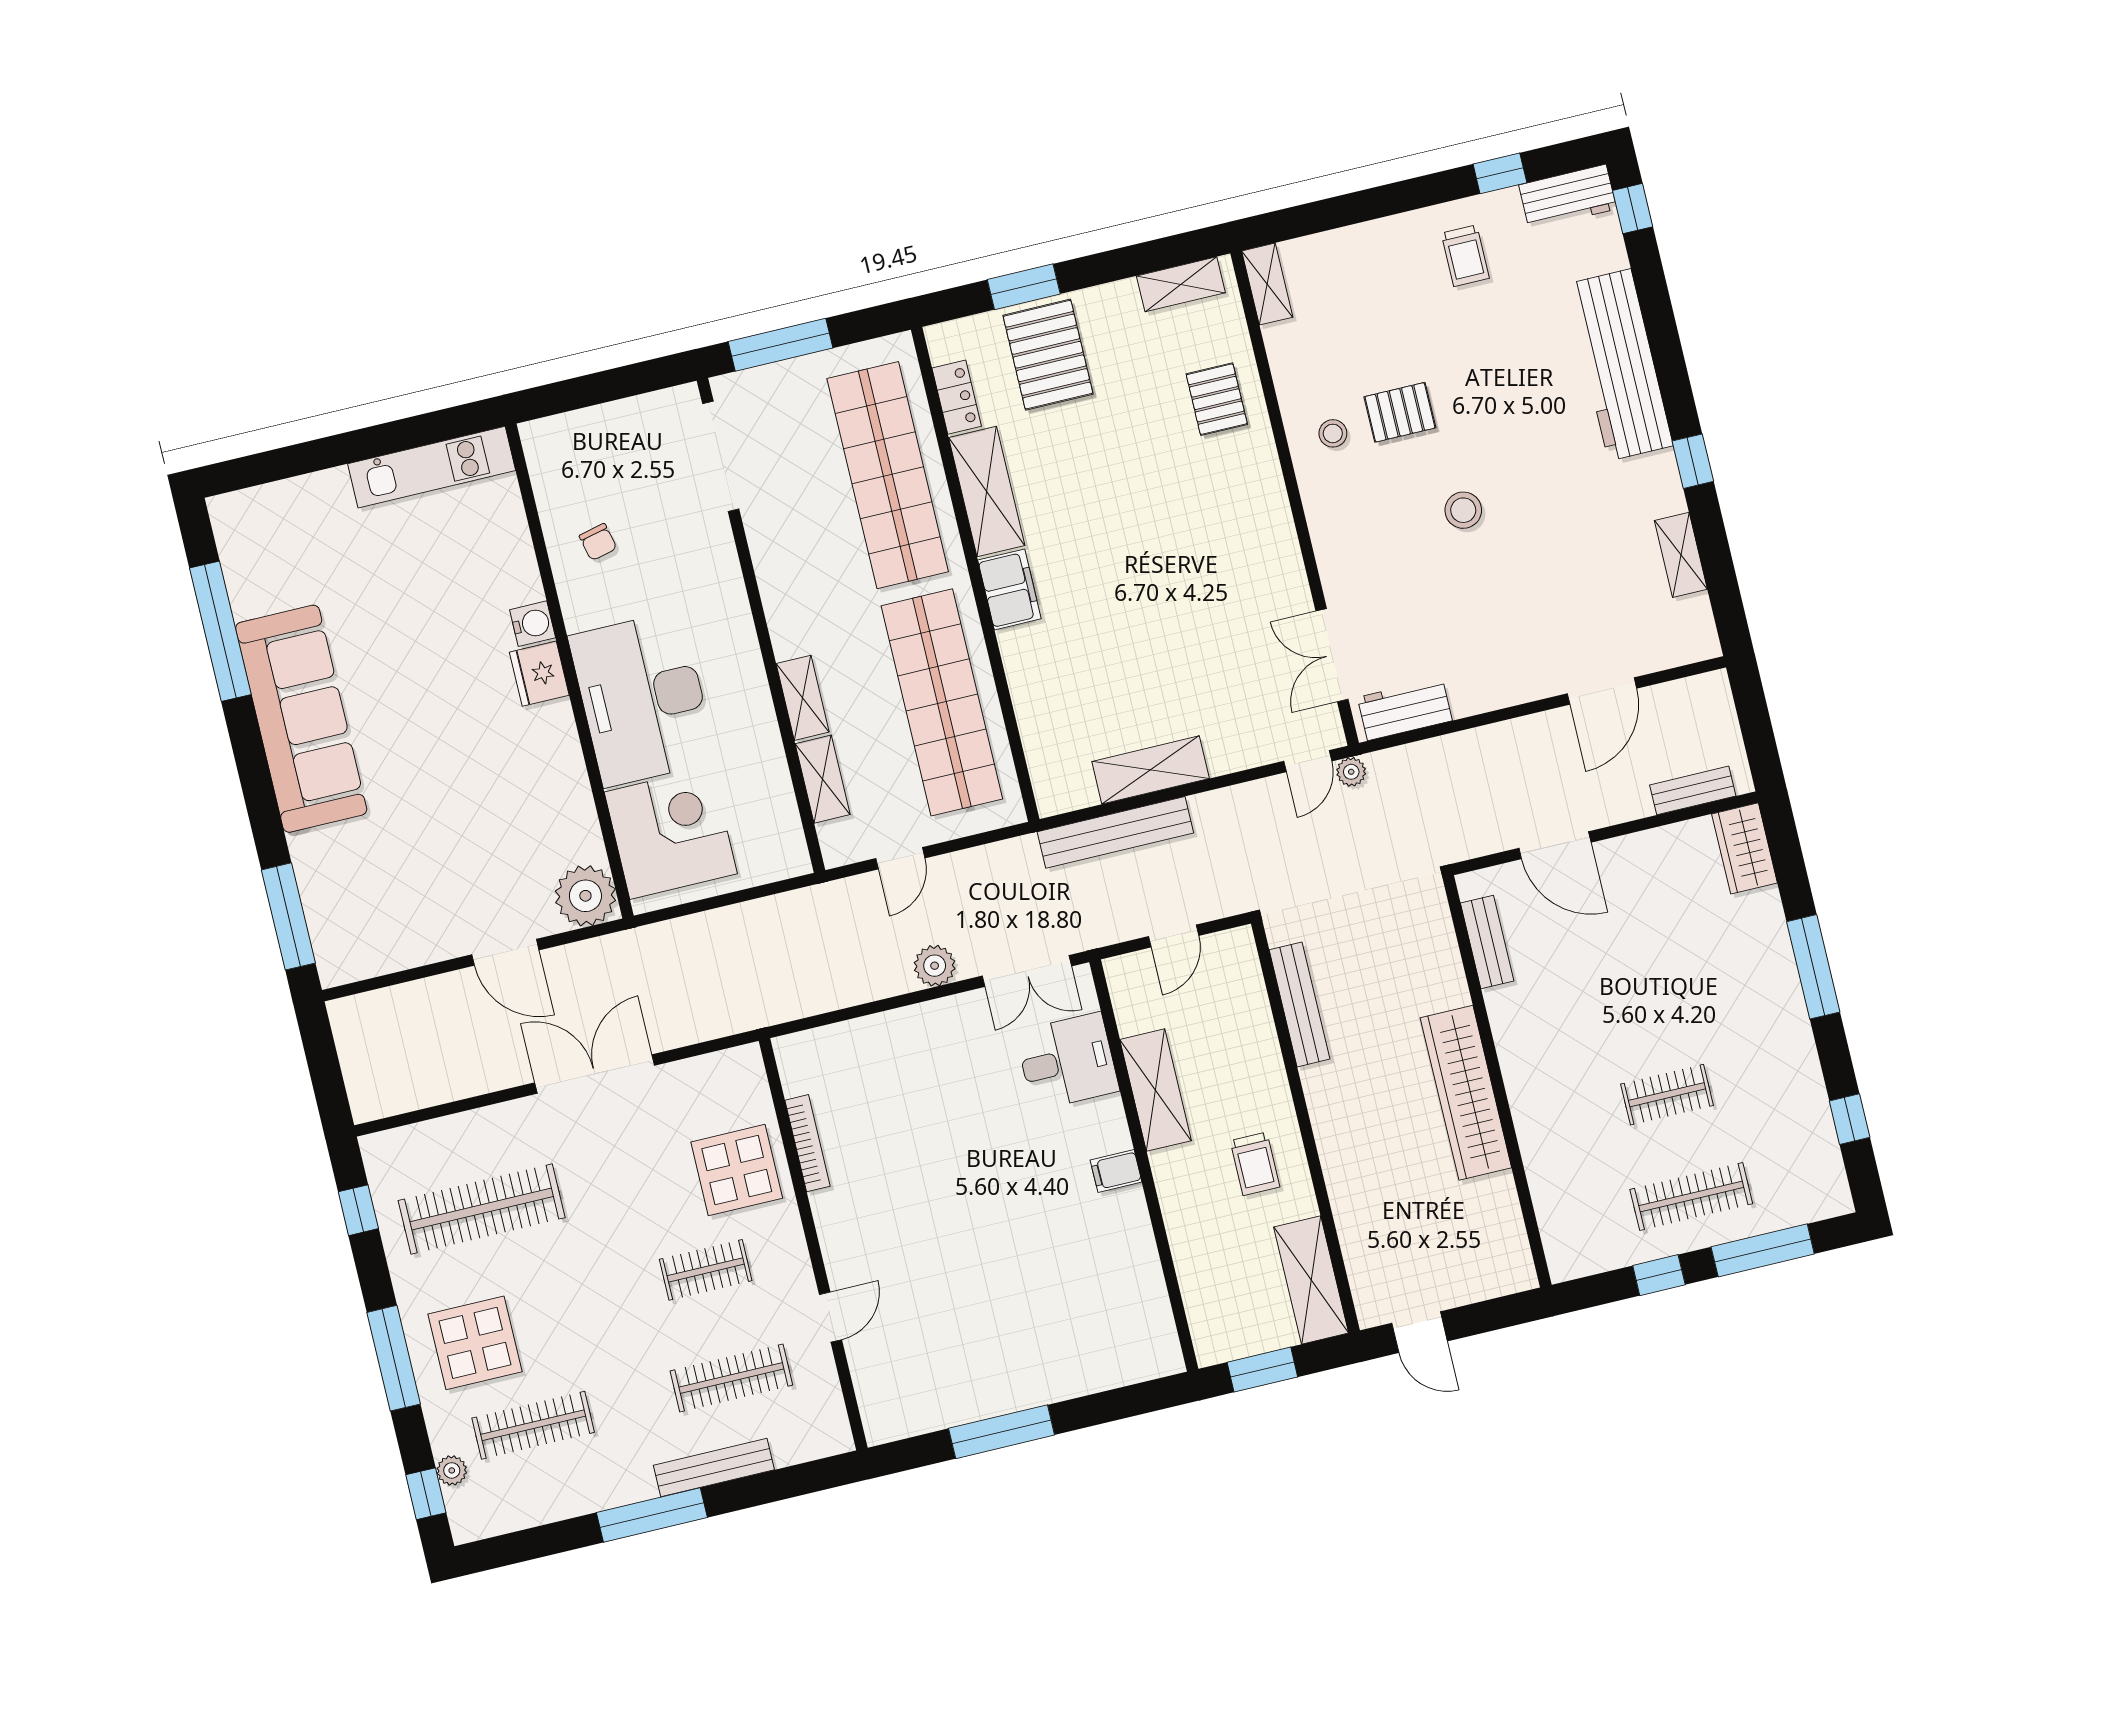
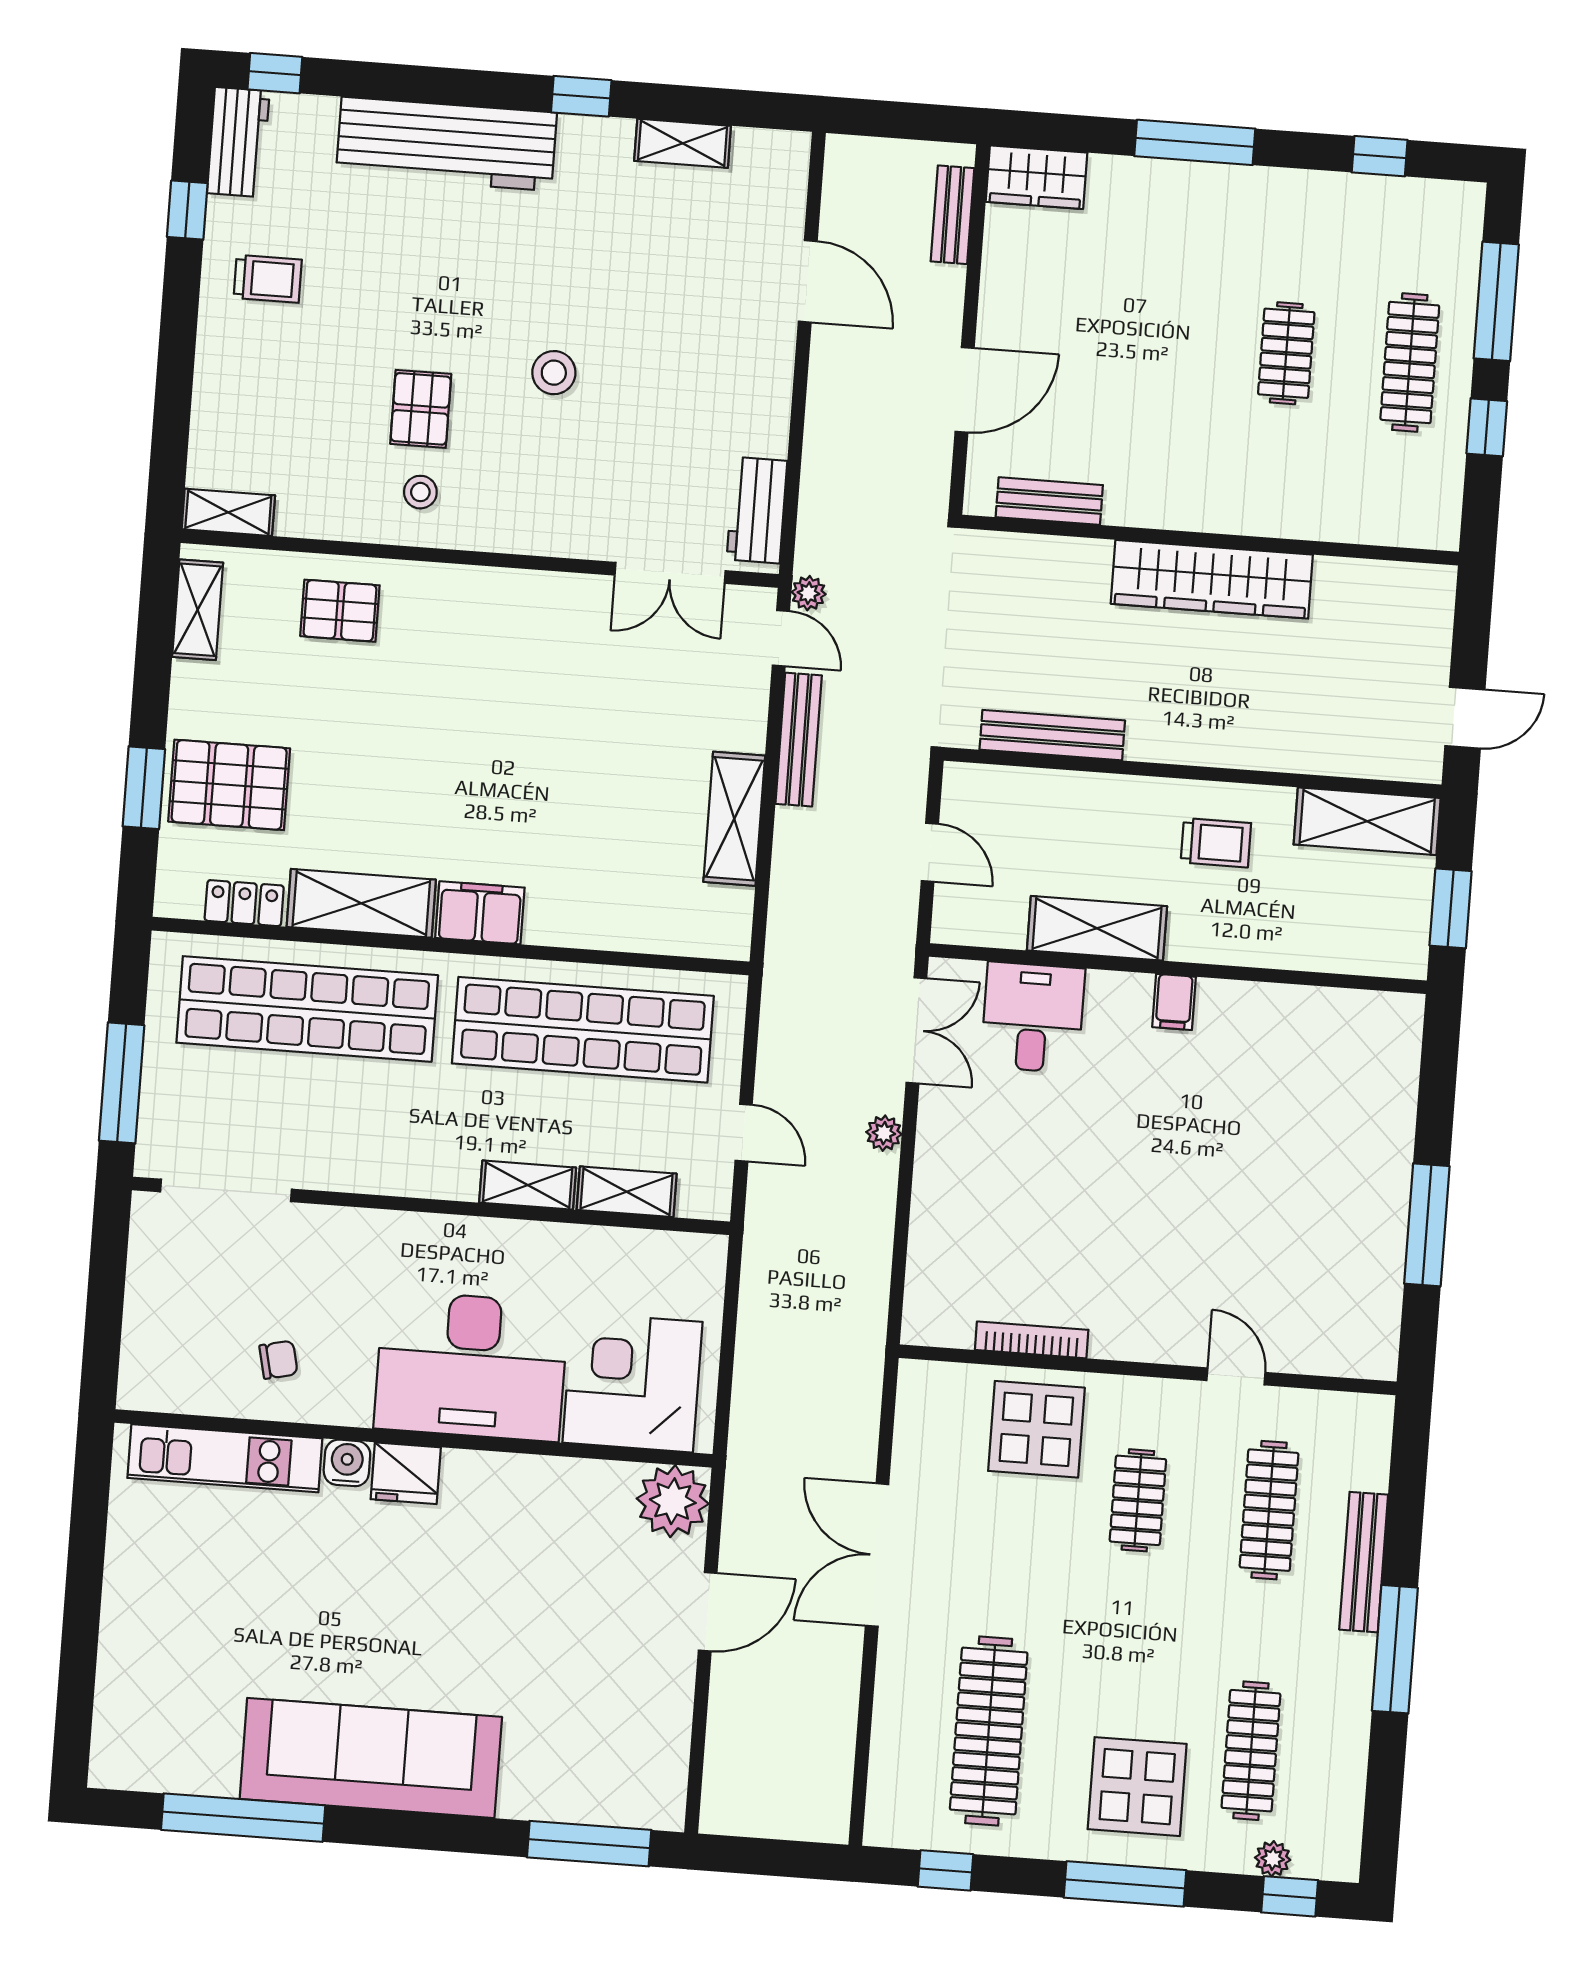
kitchen unit: (432, 467) -> (225, 1458), moved, turned 90
bench: (1115, 832) -> (799, 740), moved, width x0.73, depth x0.82
plant: (935, 966) -> (884, 1133), width x0.73, depth x0.73

